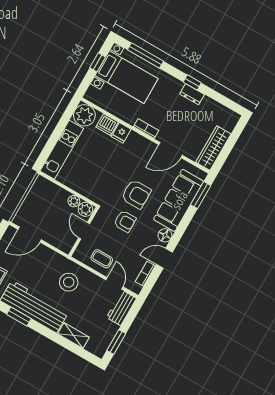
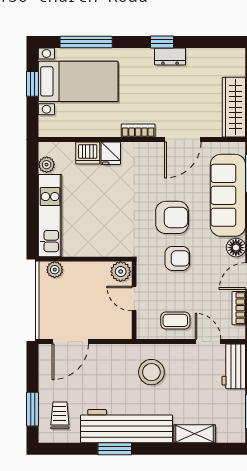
plant: (84, 115) -> (47, 165), width x0.53, depth x0.53
plant: (74, 201) -> (55, 270), moved

